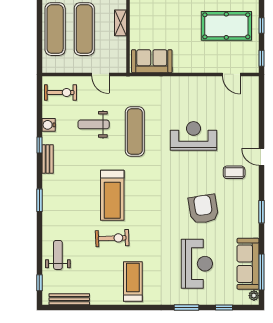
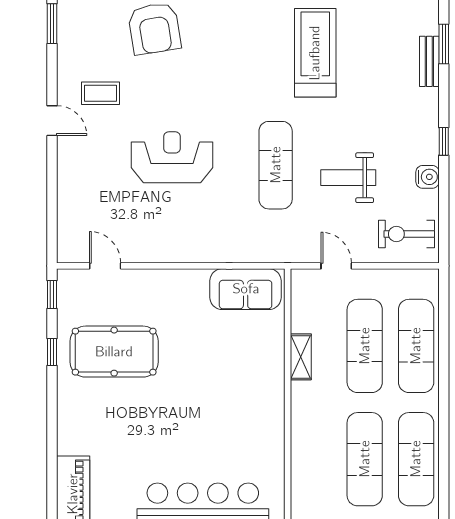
weight bench: (94, 124) -> (348, 178), turned 180
reception desk: (193, 136) -> (172, 157), turned 180
bench: (48, 159) -> (429, 61), moved

